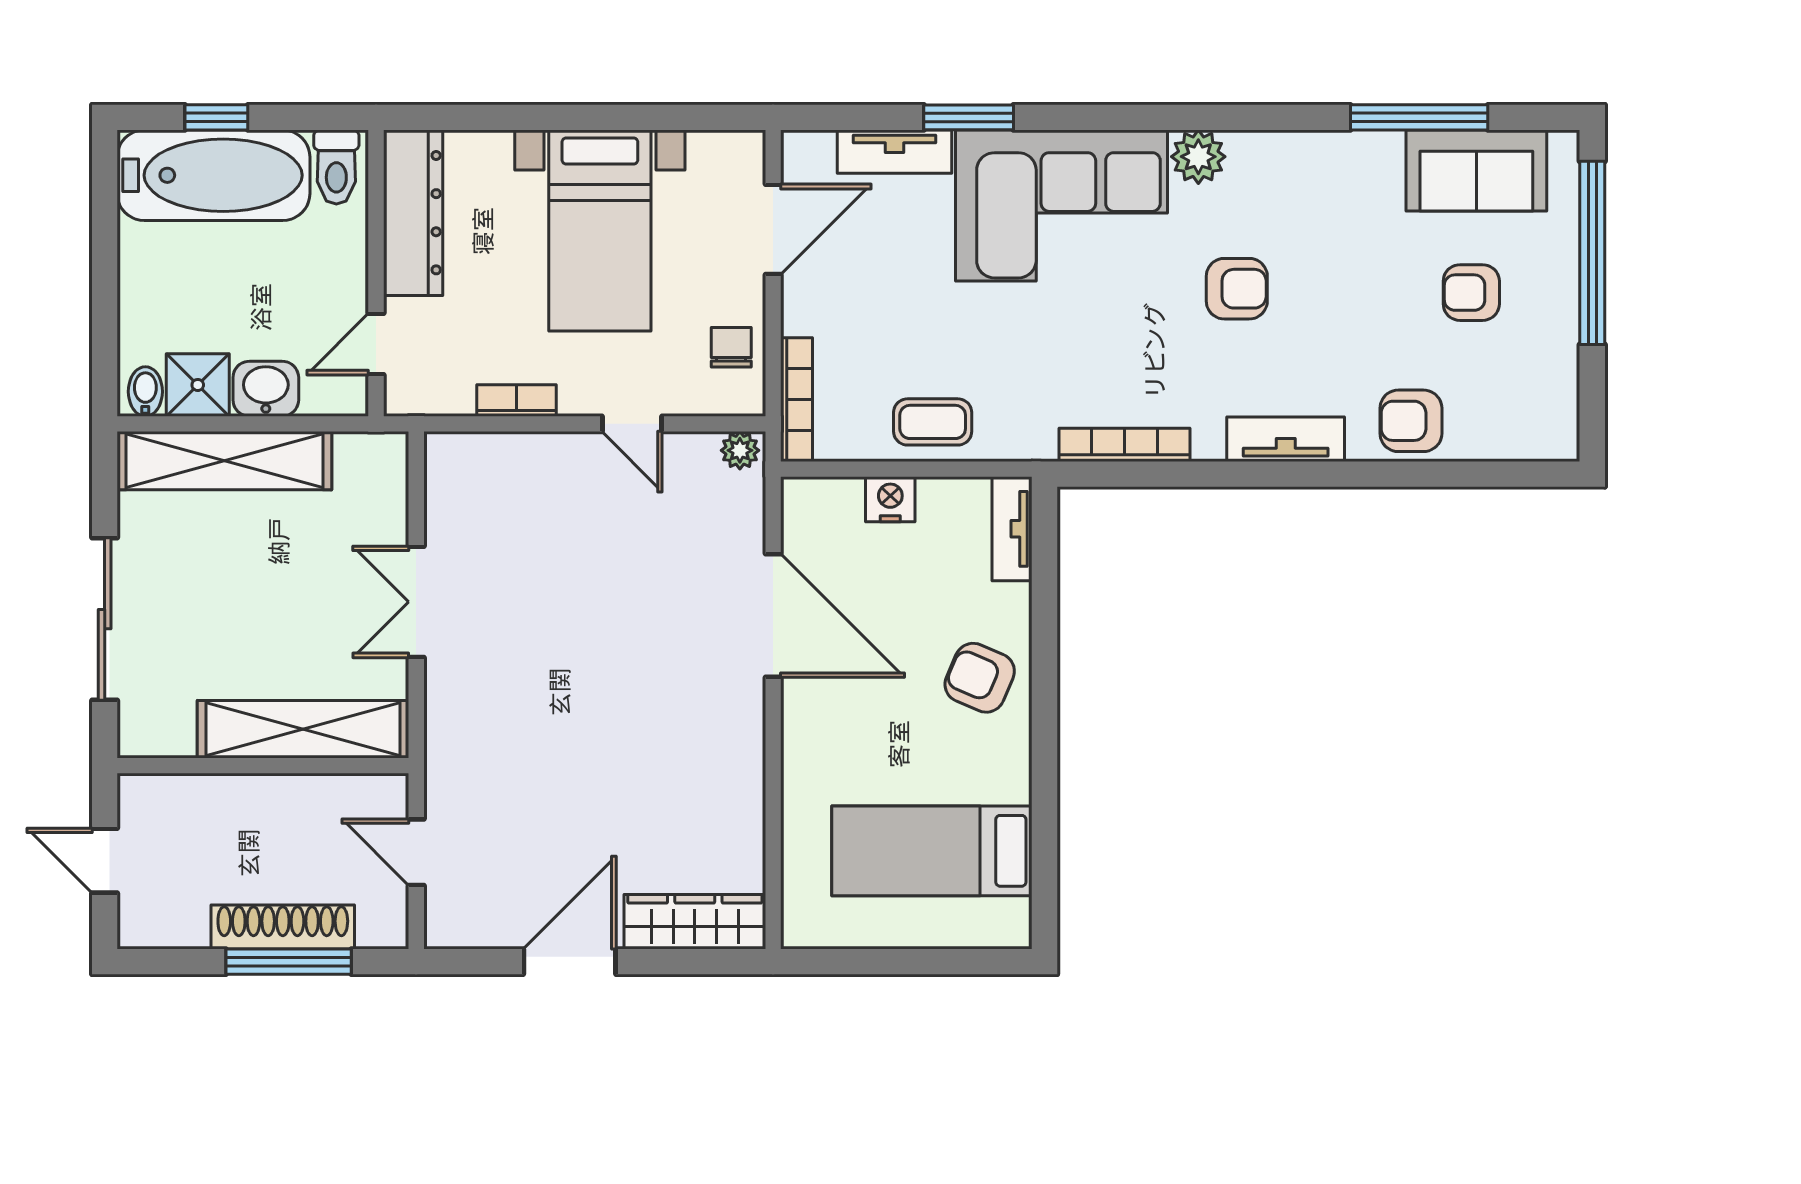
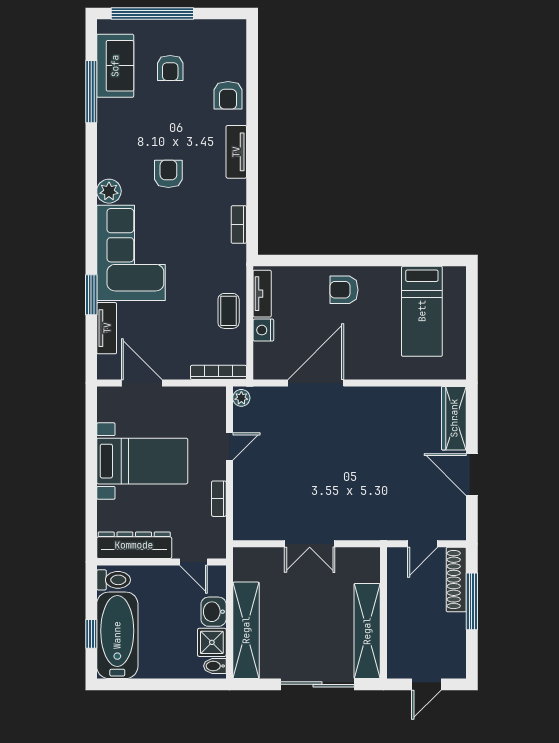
chair: (731, 347) -> (195, 402), removed
bookcase: (1124, 445) -> (239, 225), width x0.64
tv unit: (1012, 529) -> (262, 294), moved, turned -90
armchair: (980, 678) -> (344, 290), turned 67
shelving: (303, 729) -> (367, 631), moved
shoe rack: (283, 927) -> (456, 580), moved

